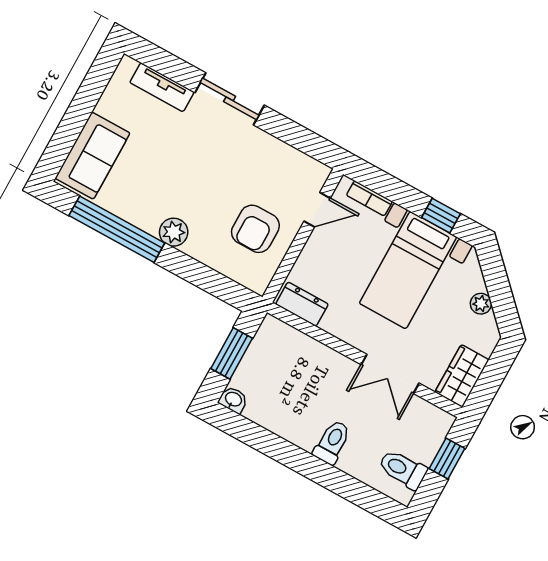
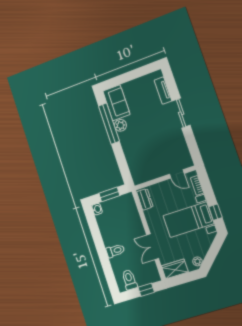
sofa: (93, 156) -> (116, 103), moved, turned -90
armchair: (255, 229) -> (152, 162), removed
plant: (174, 232) -> (120, 125), moved
plant: (481, 304) -> (197, 261), moved

